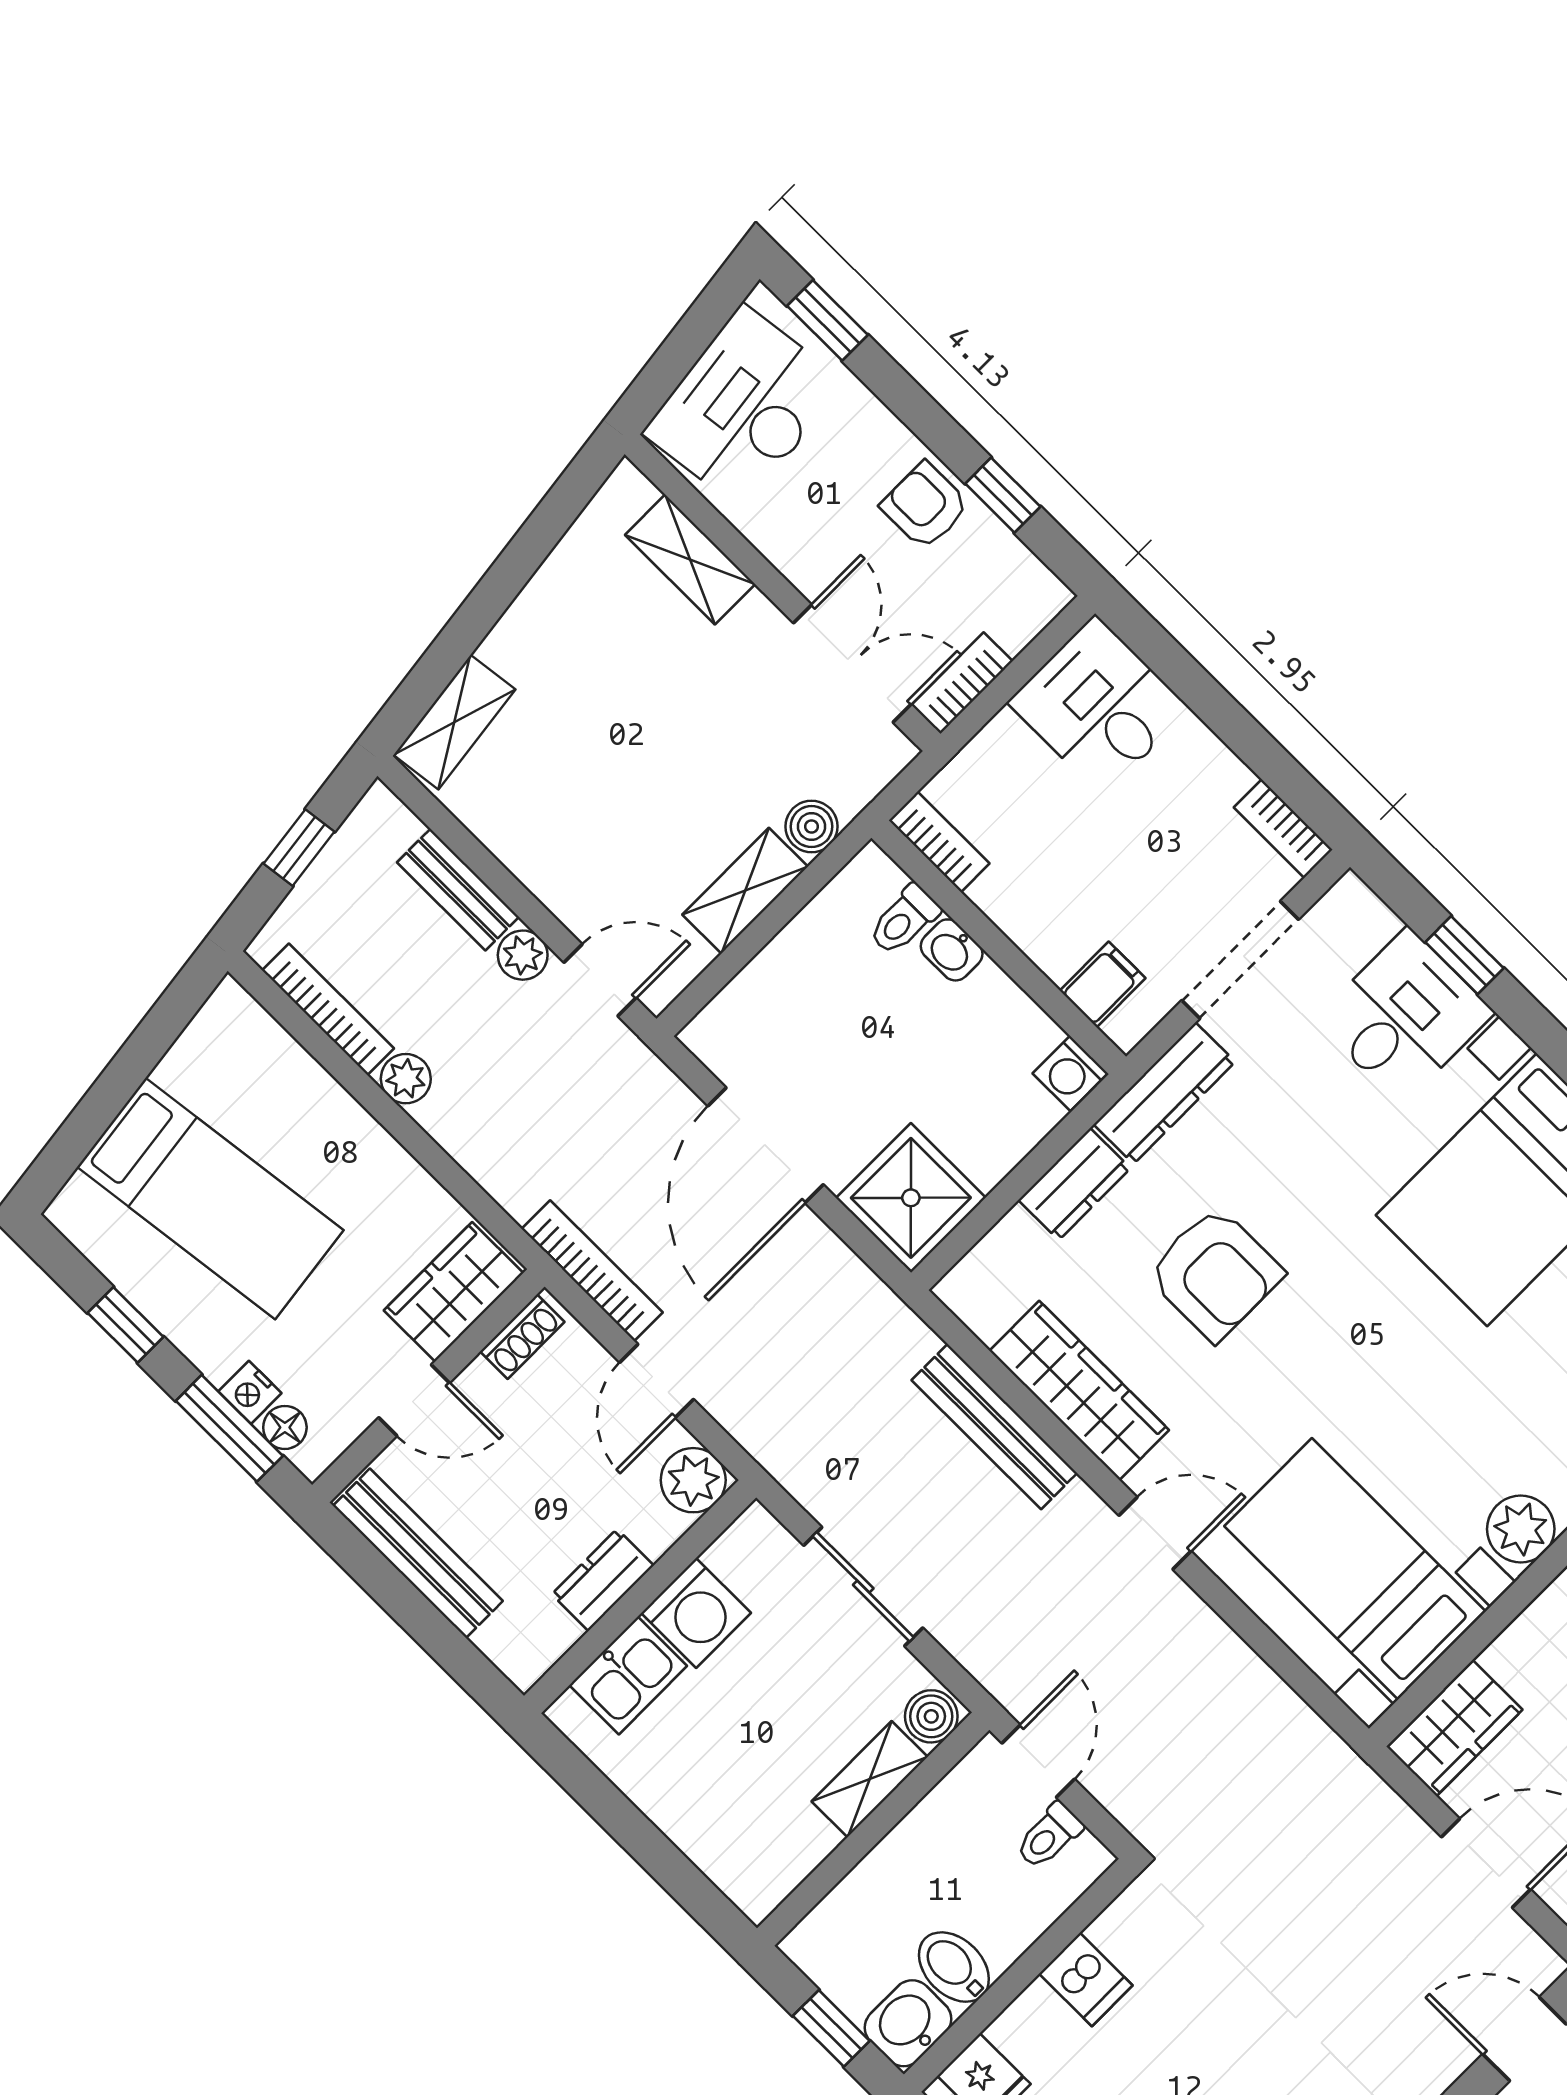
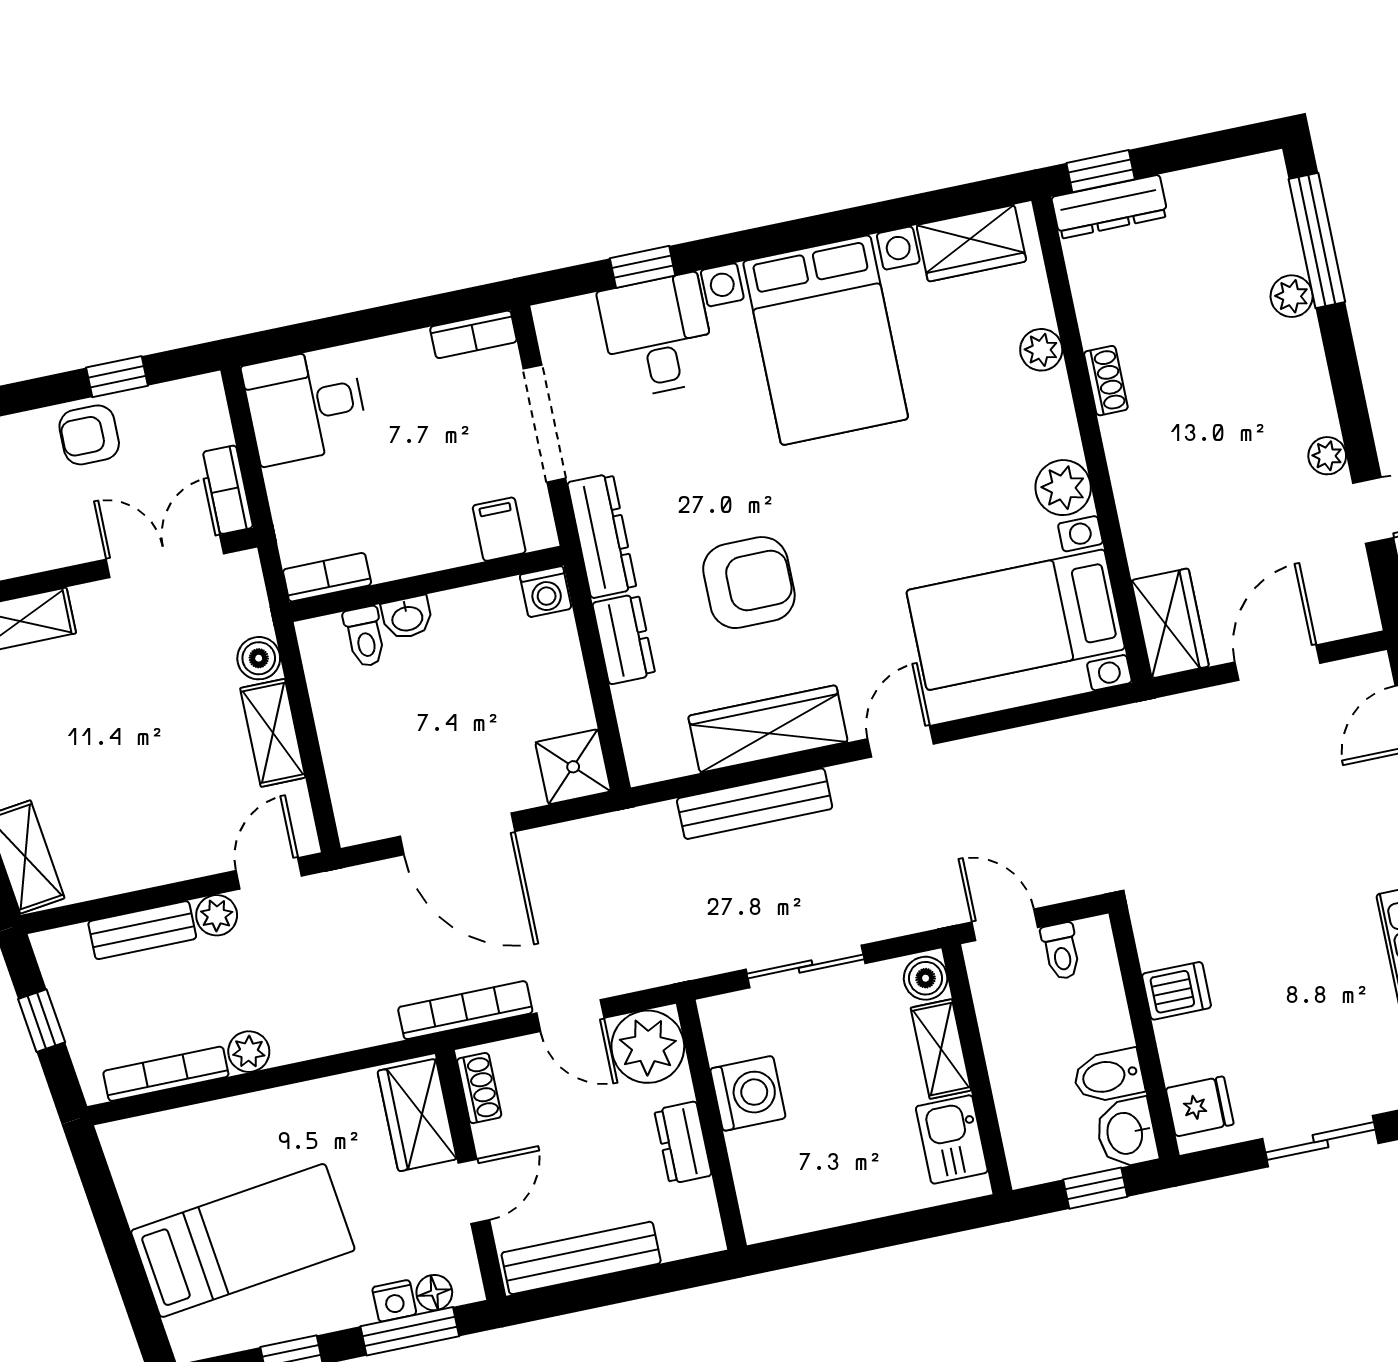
shower: (911, 1198) -> (573, 767), width x0.73, depth x0.73
plant: (693, 1480) -> (648, 1047), width x1.36, depth x1.36
kitchen sink: (628, 1676) -> (952, 1139), moved, turned 180

